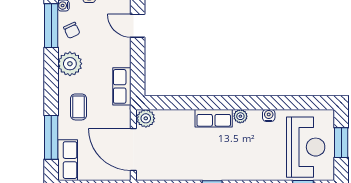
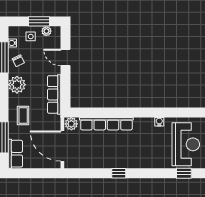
row of seats: (122, 86) -> (54, 94), width x1.48
plant: (240, 116) -> (139, 122), removed
row of seats: (214, 118) -> (106, 124), width x2.02

